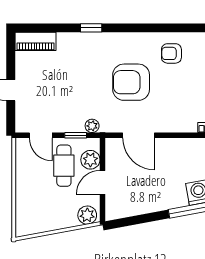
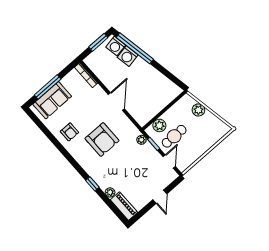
plant: (64, 39) -> (110, 192), added
door: (139, 135) -> (116, 102), moved
door: (102, 182) -> (165, 109), removed
plant: (87, 215) -> (198, 110), moved

